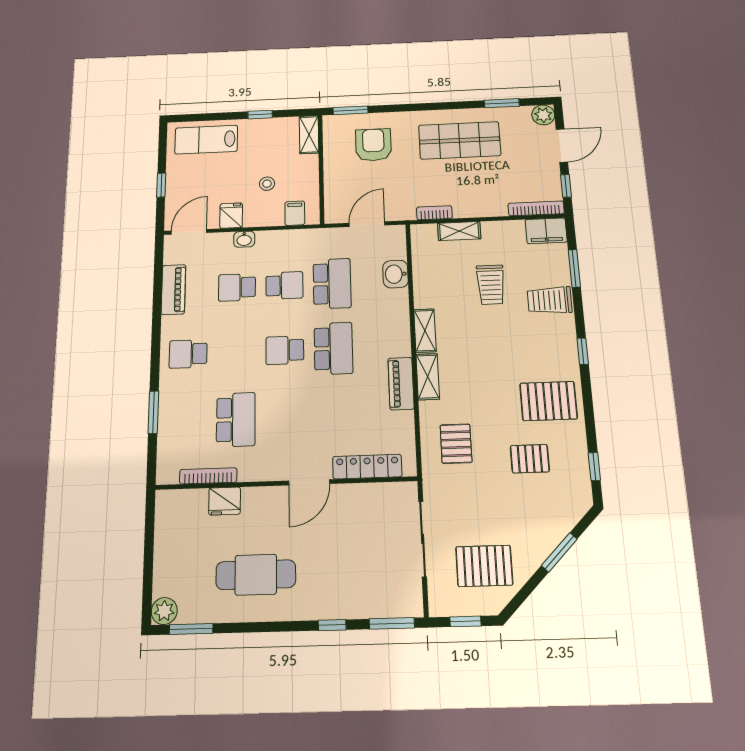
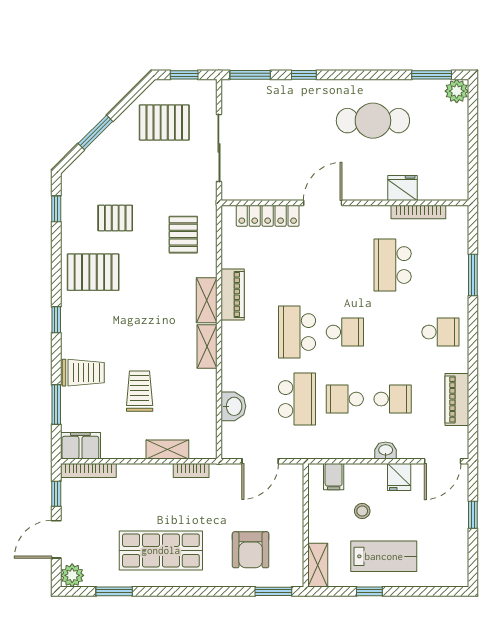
lab bench: (206, 140) -> (384, 556), moved
school desk: (332, 284) -> (297, 399), turned 180

